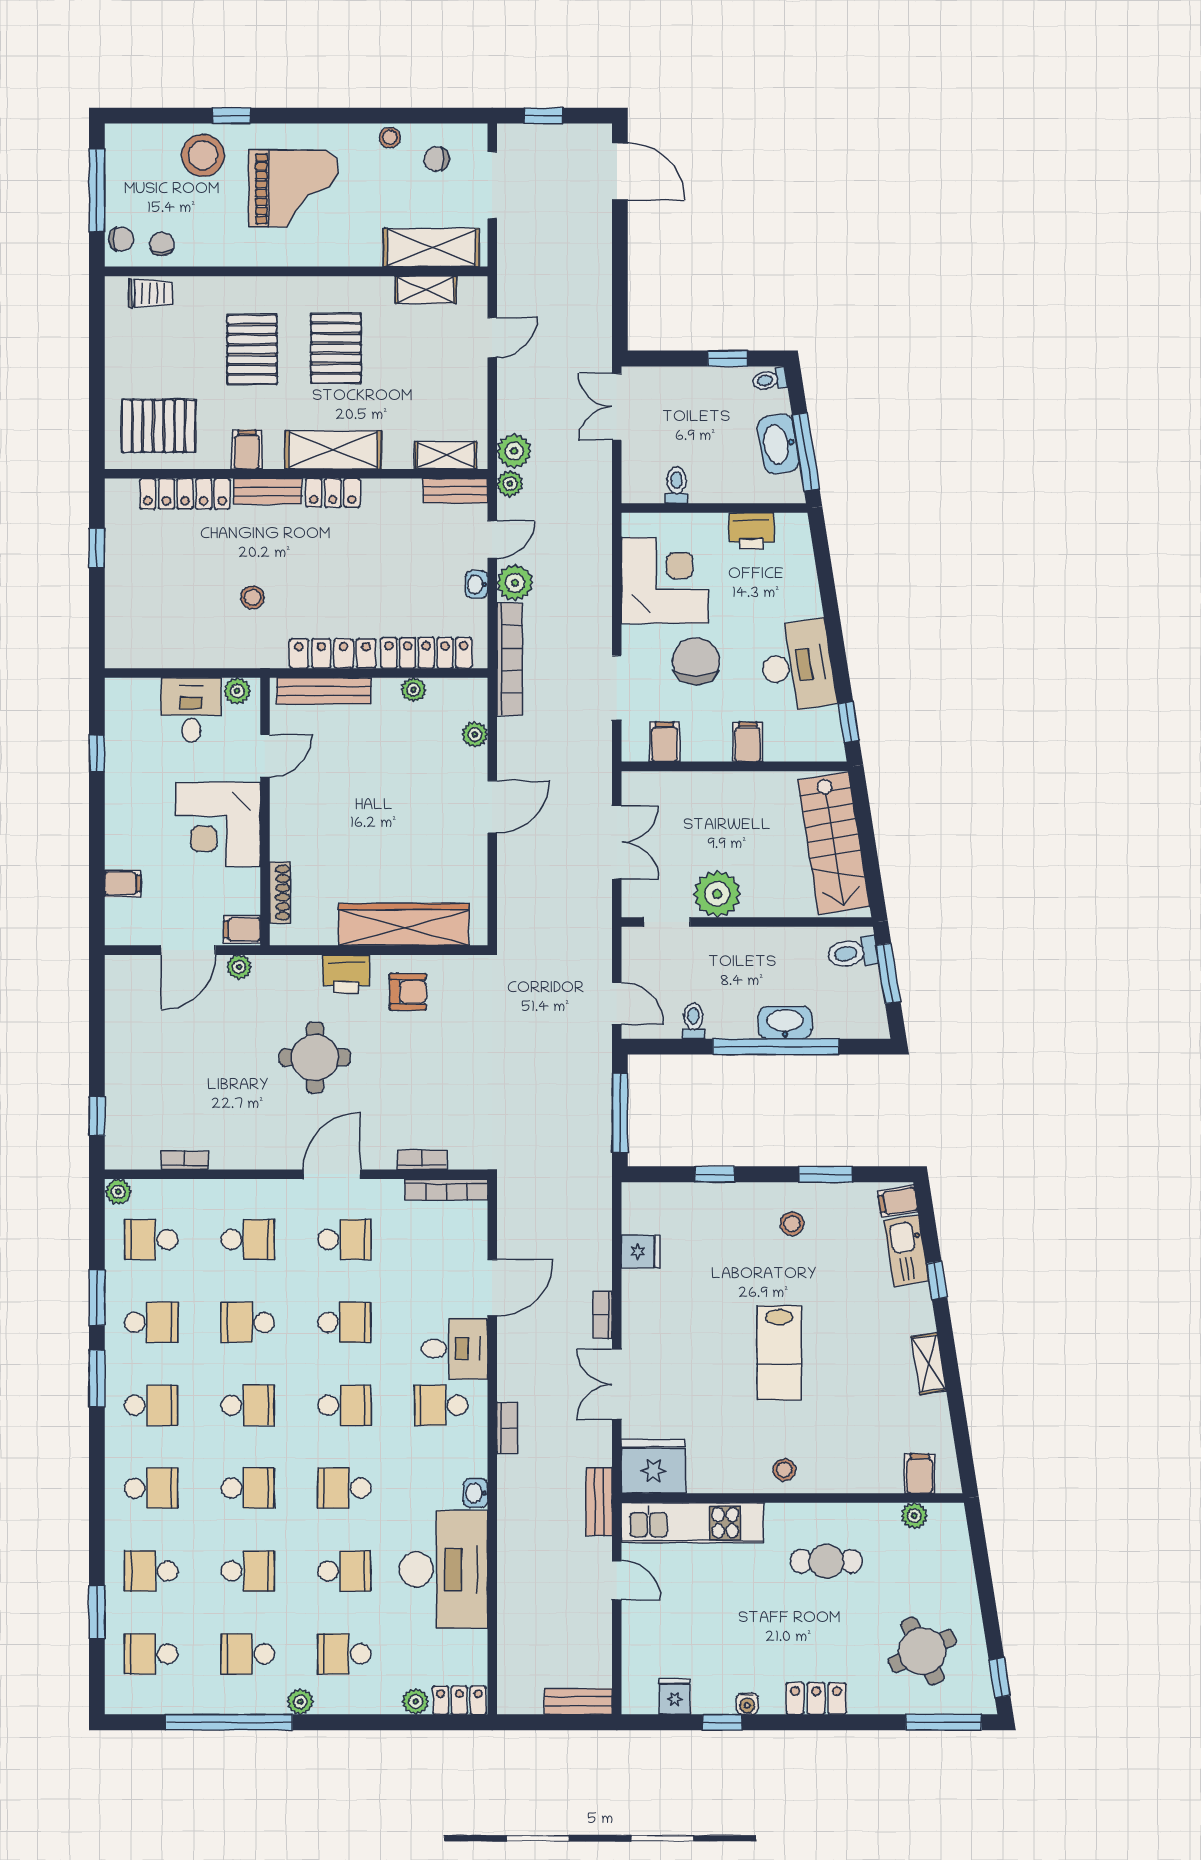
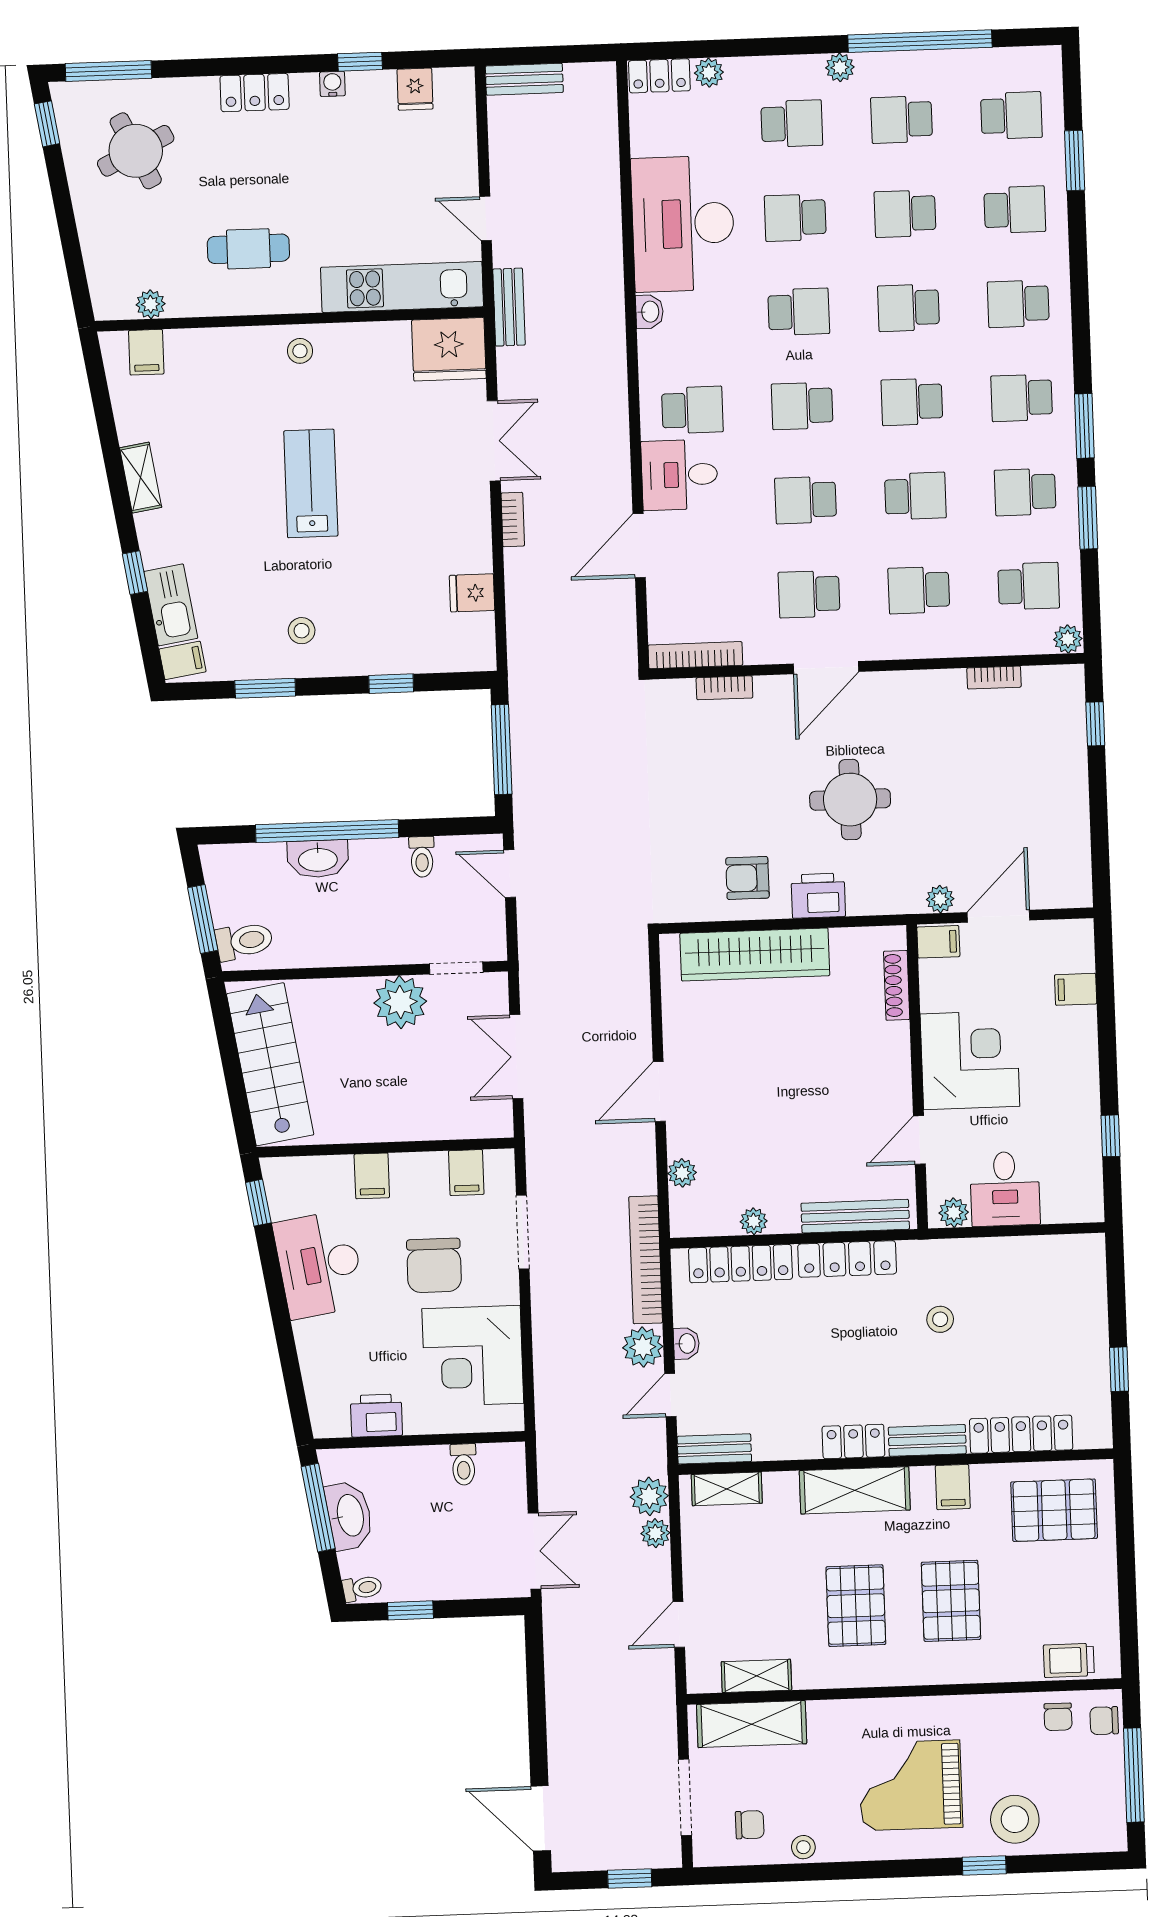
plant: (510, 484) -> (655, 1533), moved
bookcase: (507, 1428) -> (616, 387), removed
school desk: (248, 1654) -> (902, 120), turned 180

